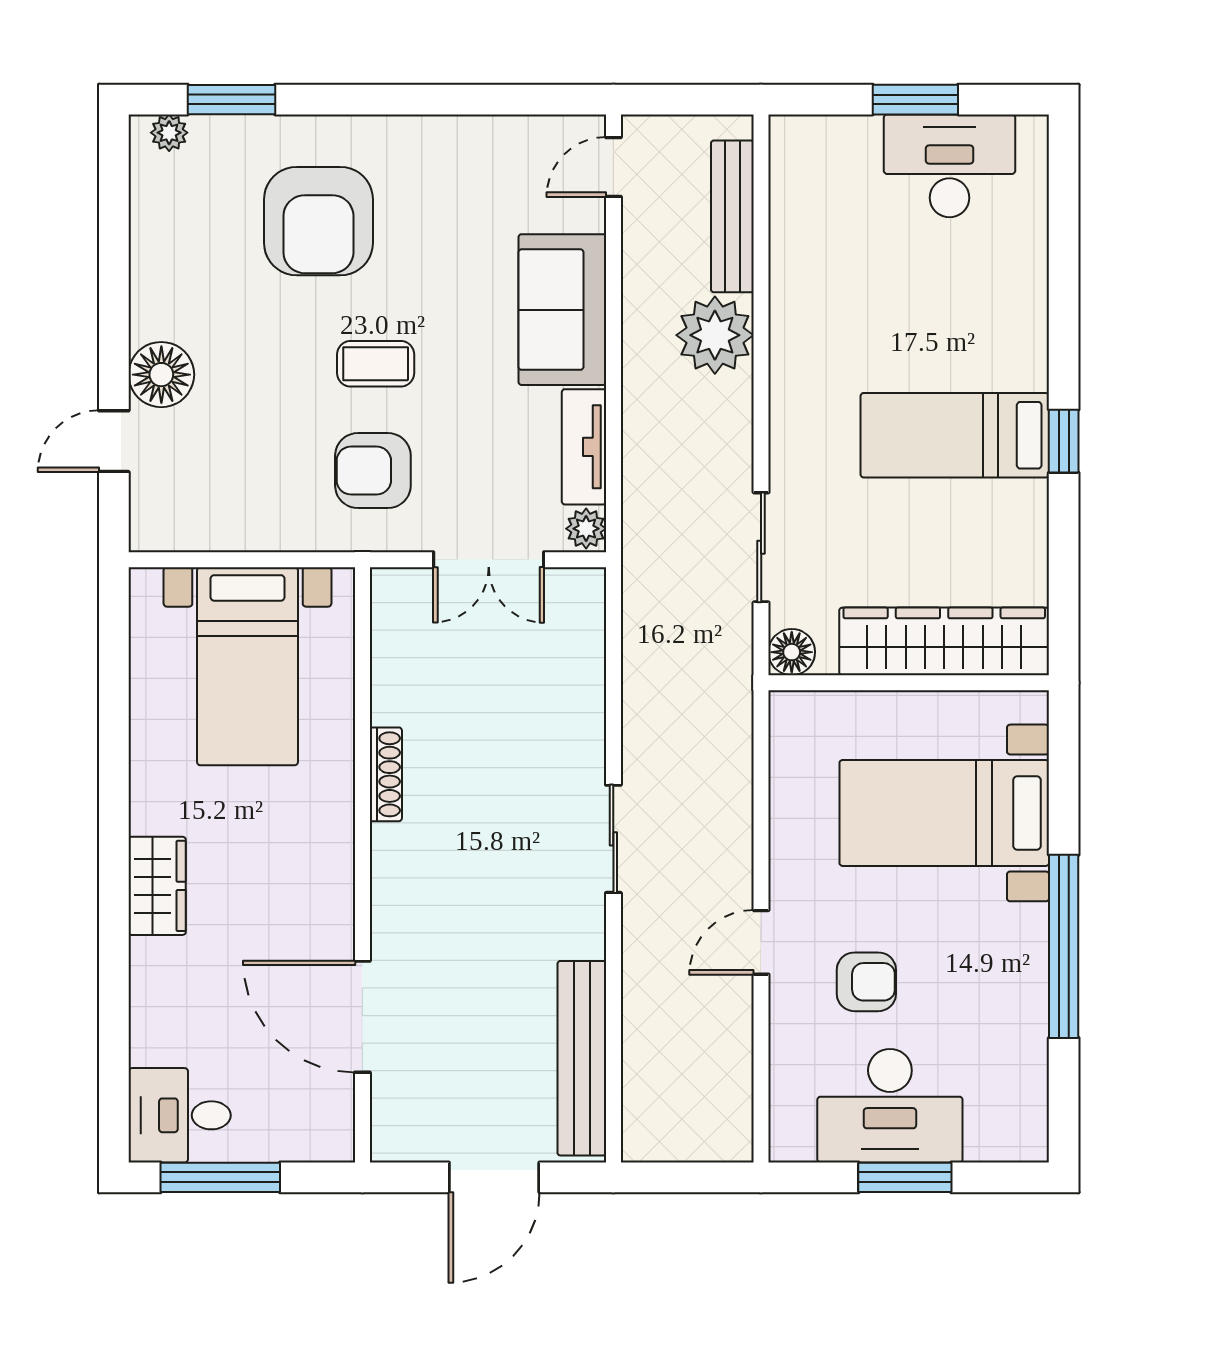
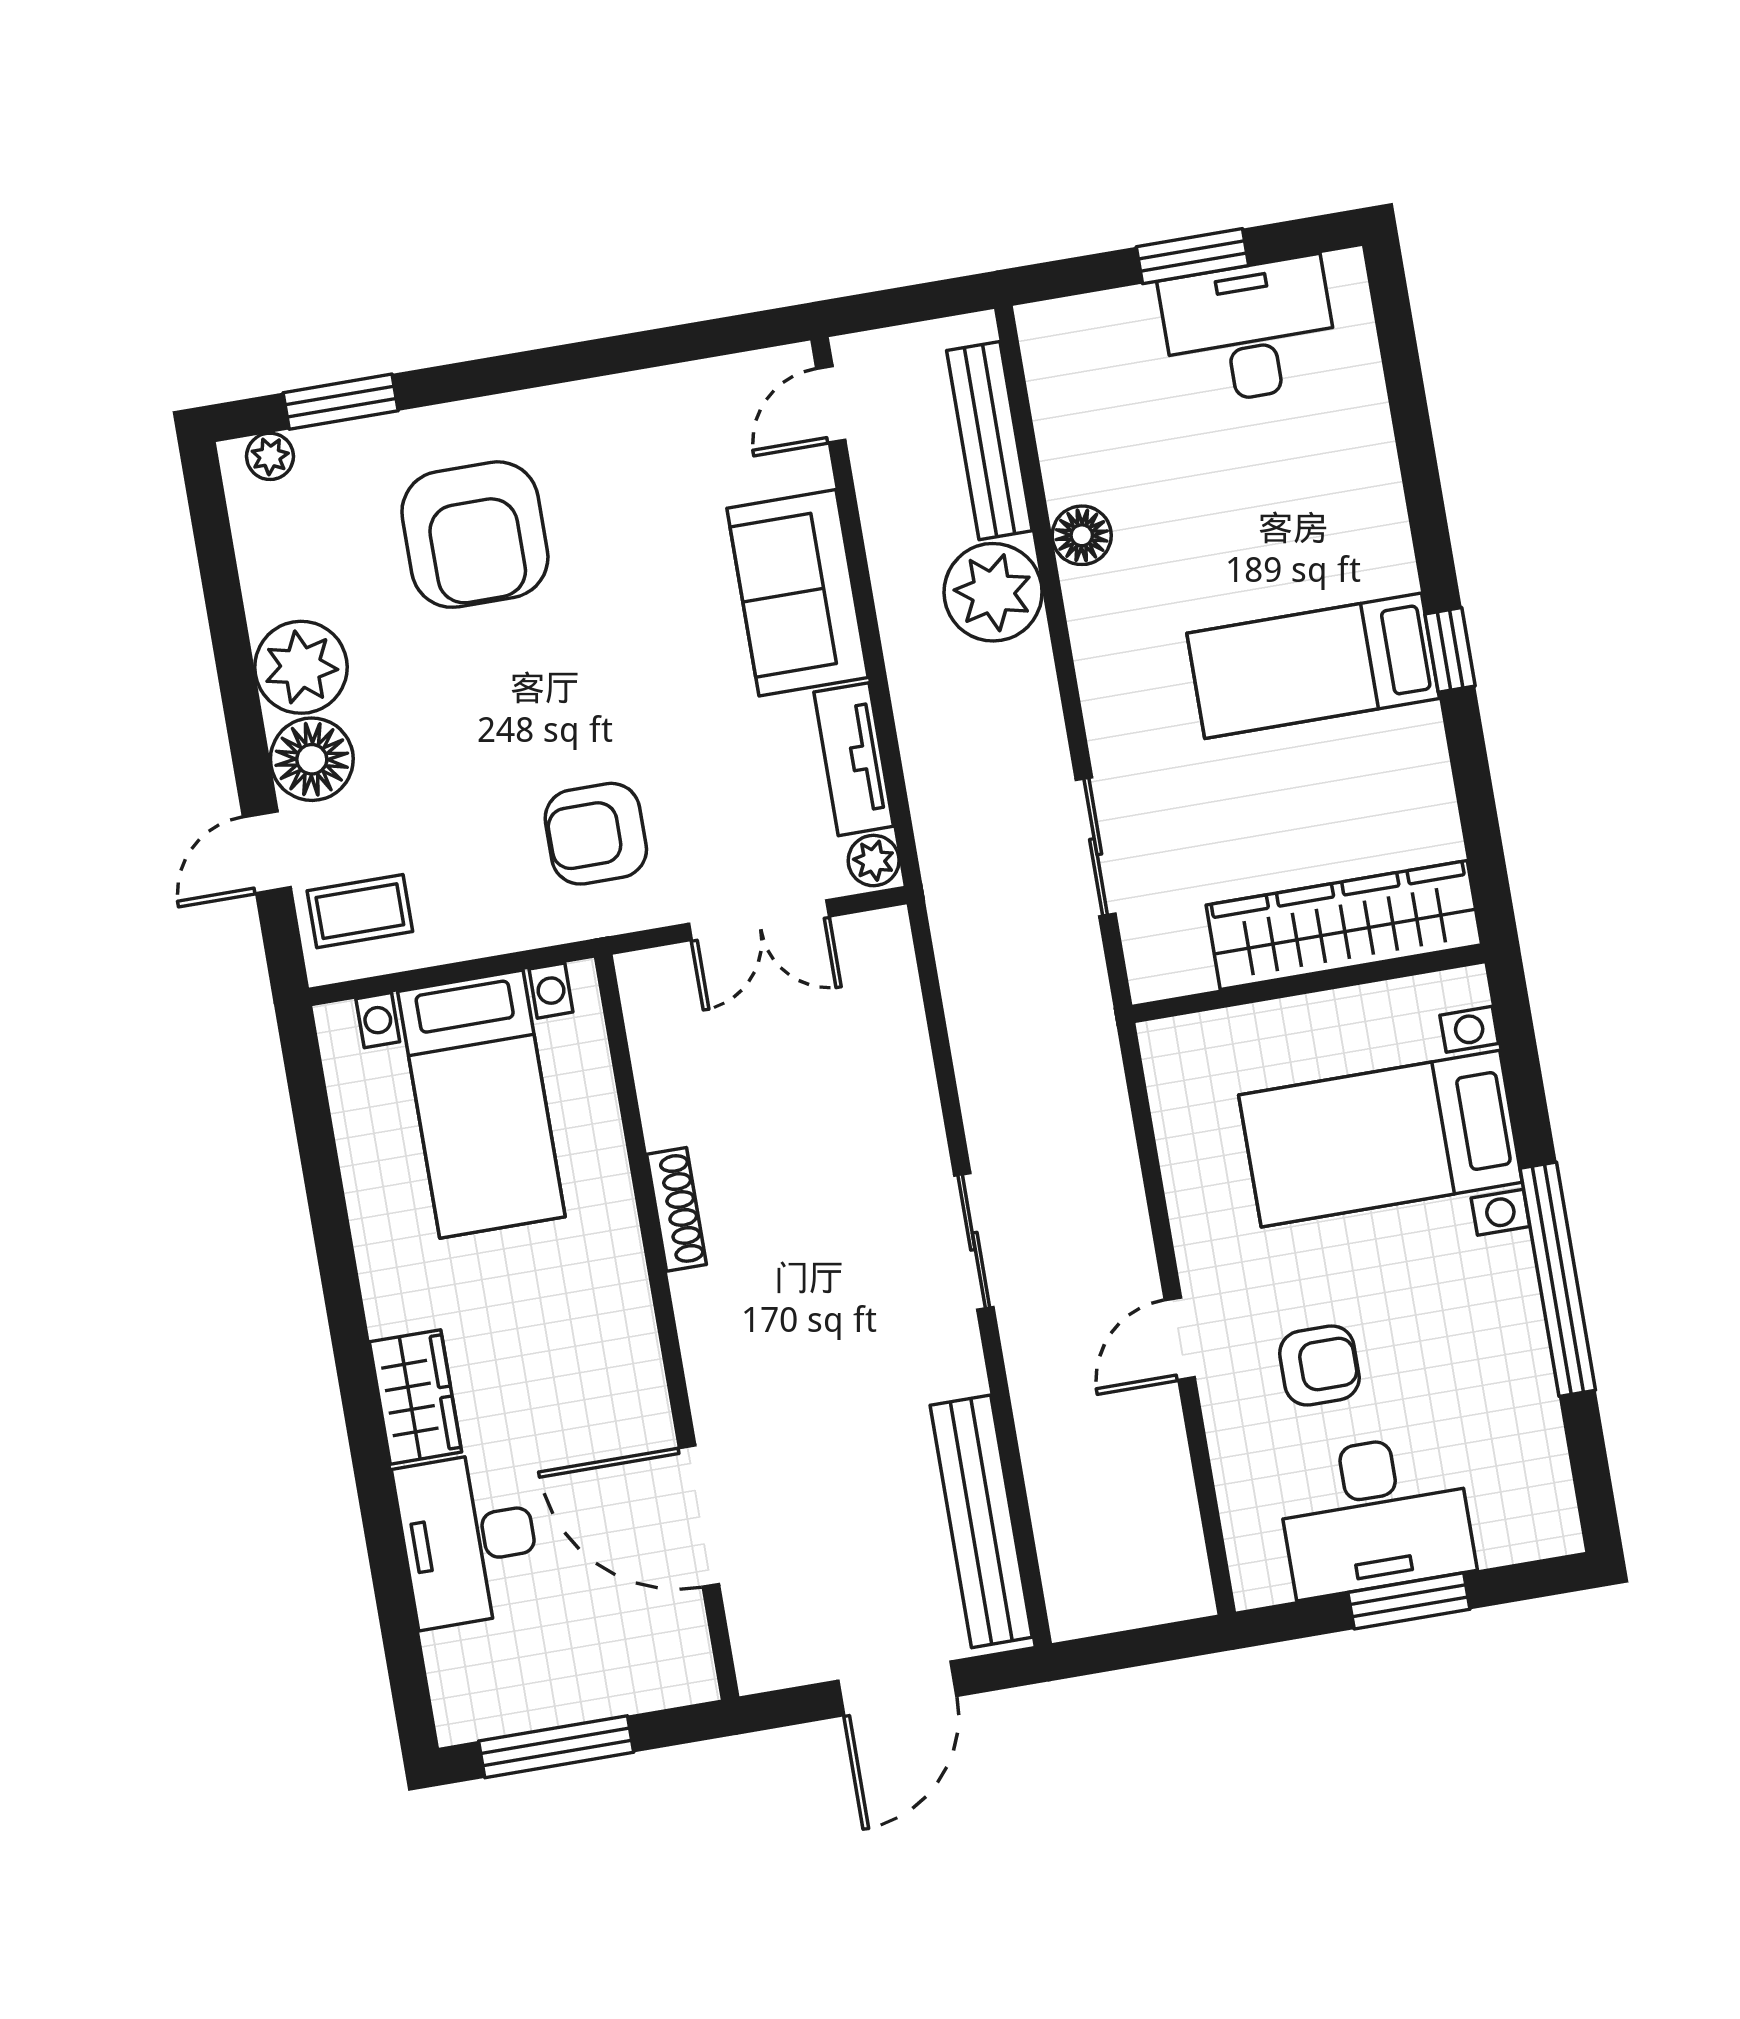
plant: (165, 301) -> (301, 667), added
coffee table: (376, 364) -> (360, 911), moved
floor lamp: (792, 652) -> (1082, 535), moved
desk: (180, 1115) -> (469, 1539), moved, width x1.37

